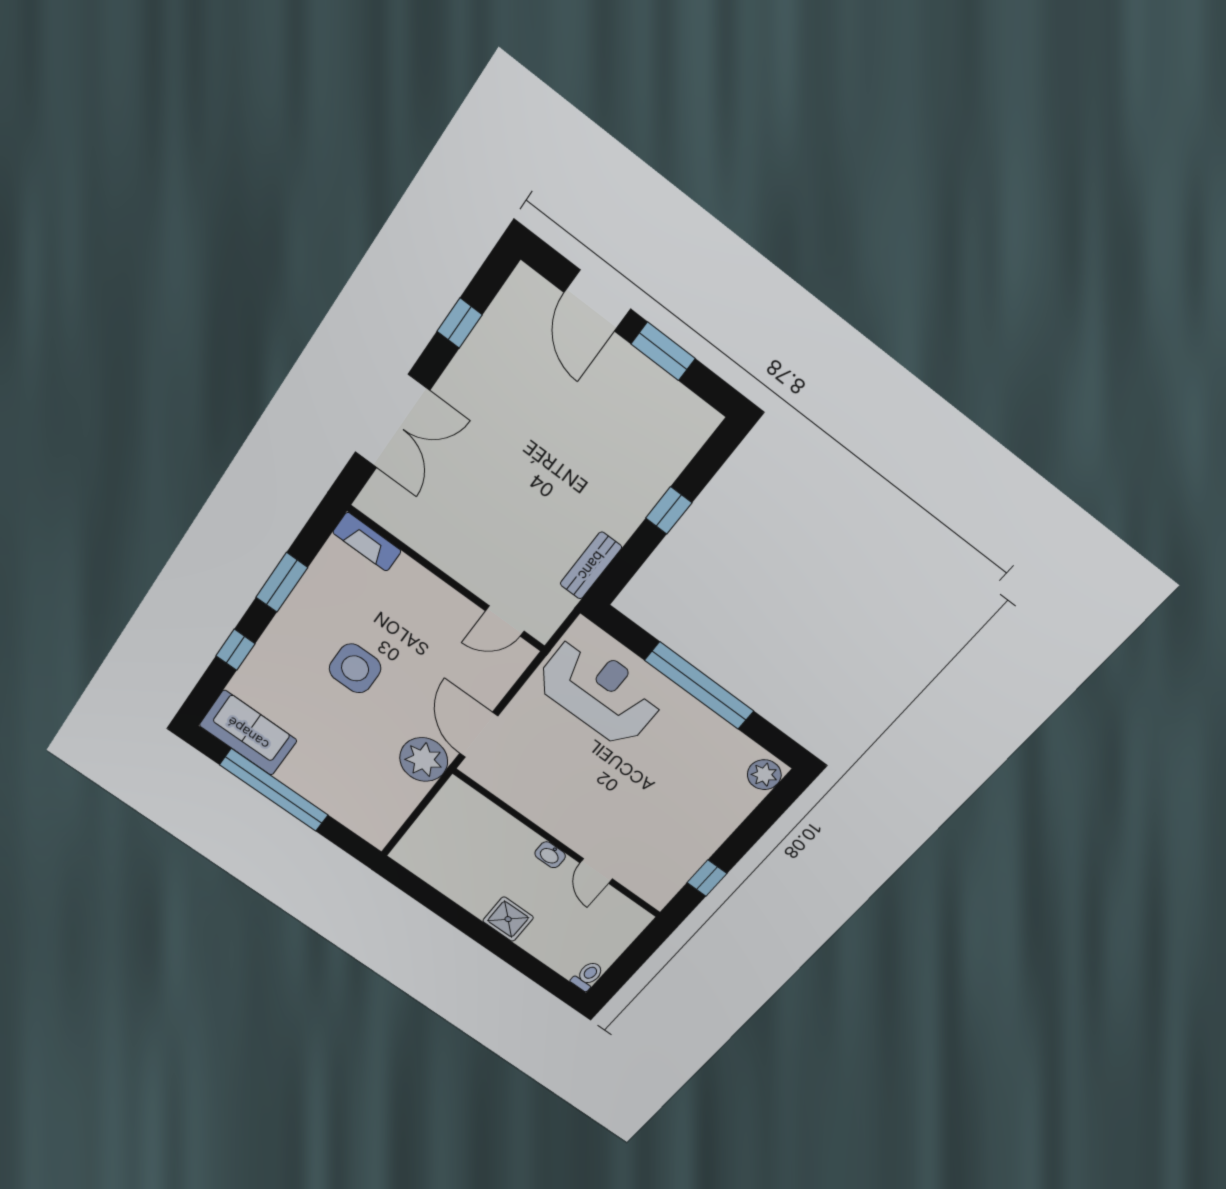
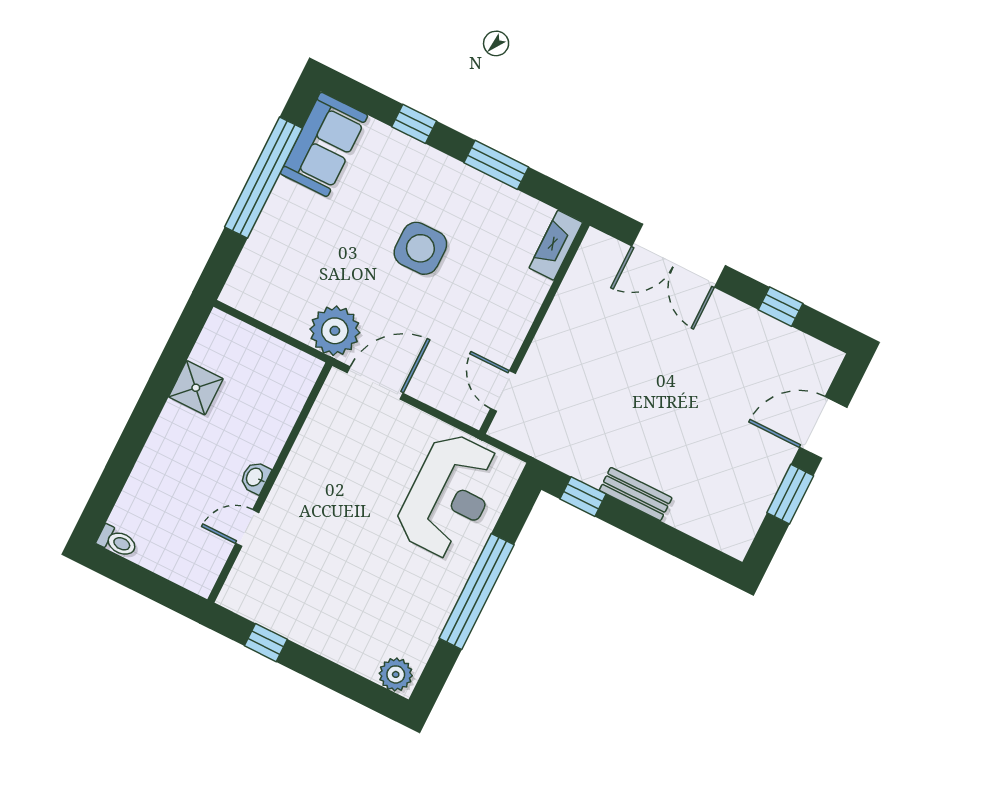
window: (669, 510) -> (583, 497), moved
bench: (591, 566) -> (636, 494), moved
shower: (508, 919) -> (196, 388), moved

